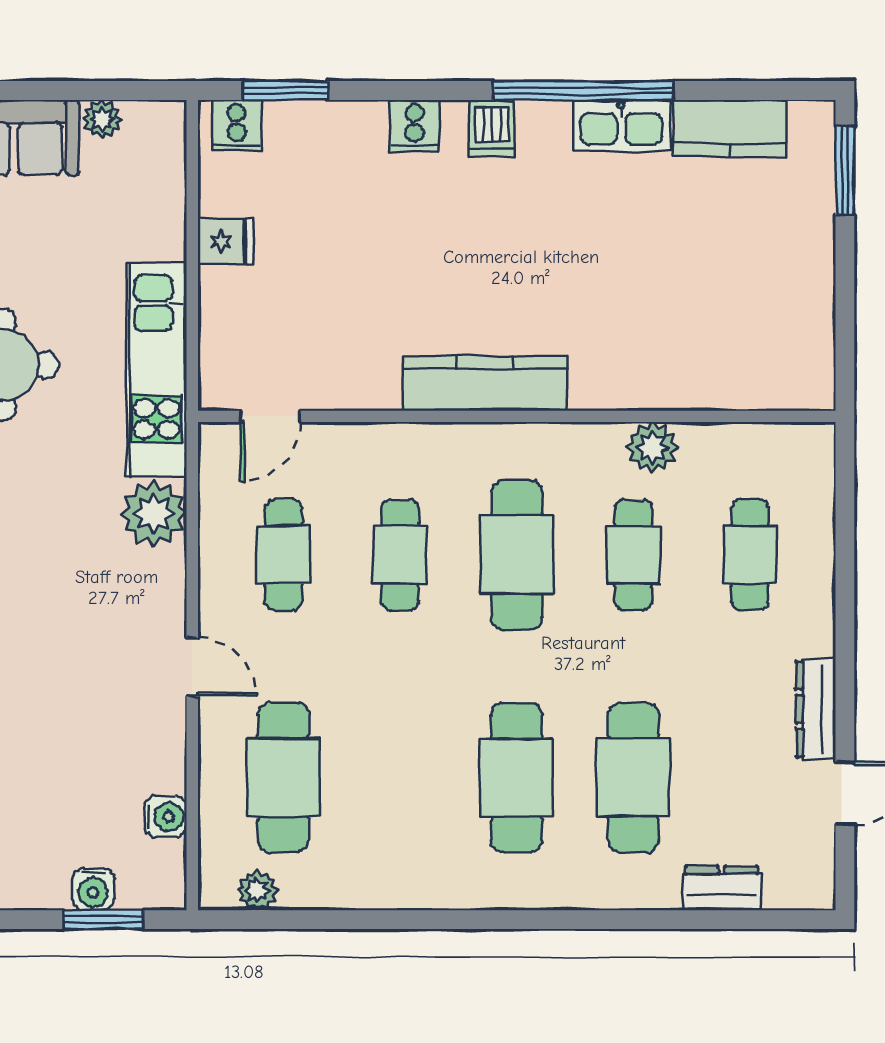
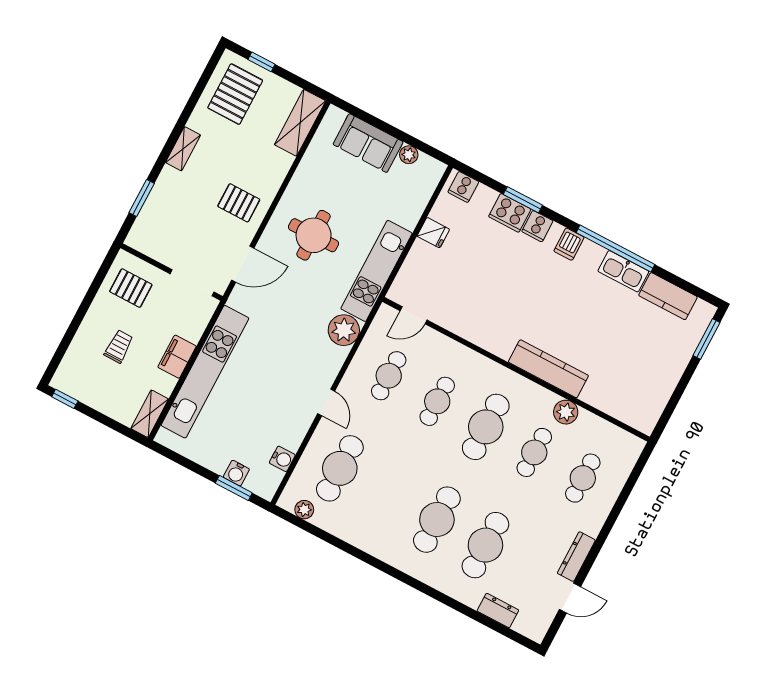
window: (285, 91) -> (523, 200), moved
cooker: (349, 128) -> (510, 213), added
kitchen counter: (485, 383) -> (548, 369), moved

